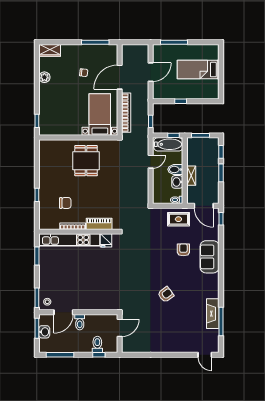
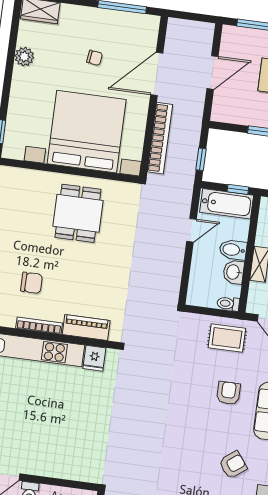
bed with nightstands: (100, 114) -> (87, 132), width x1.85
armchair: (166, 295) -> (233, 465), moved

